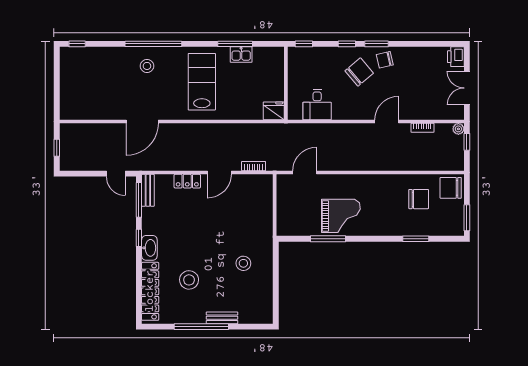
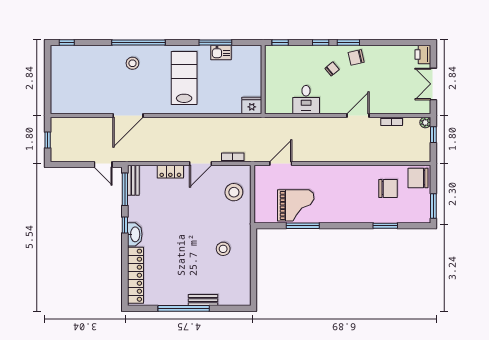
chair: (359, 72) -> (332, 69), width x0.54, depth x0.54
desk: (317, 105) -> (306, 100), moved
grand piano: (341, 216) -> (296, 205), moved
stool: (189, 280) -> (234, 192), moved

